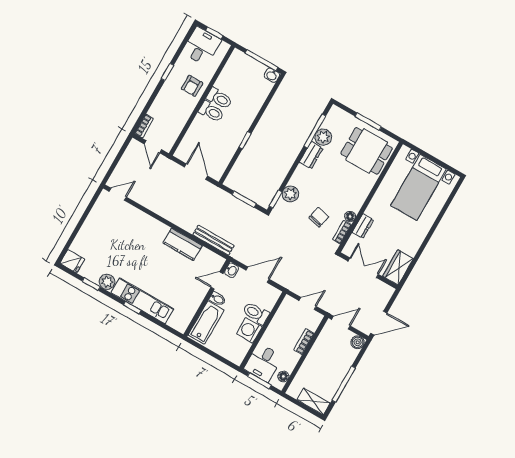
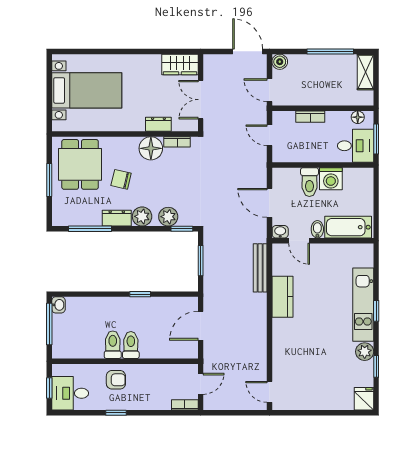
plant: (323, 137) -> (142, 216), moved
floor lamp: (350, 216) -> (151, 148), width x1.89, depth x1.89
chair: (319, 217) -> (121, 179), moved

